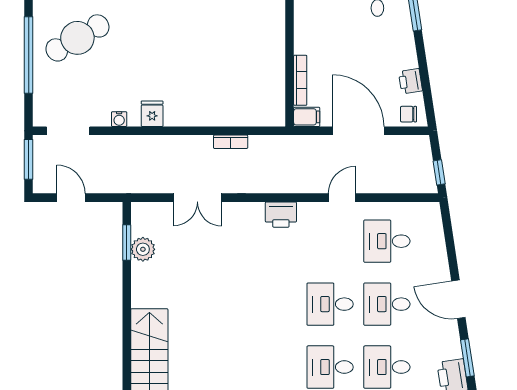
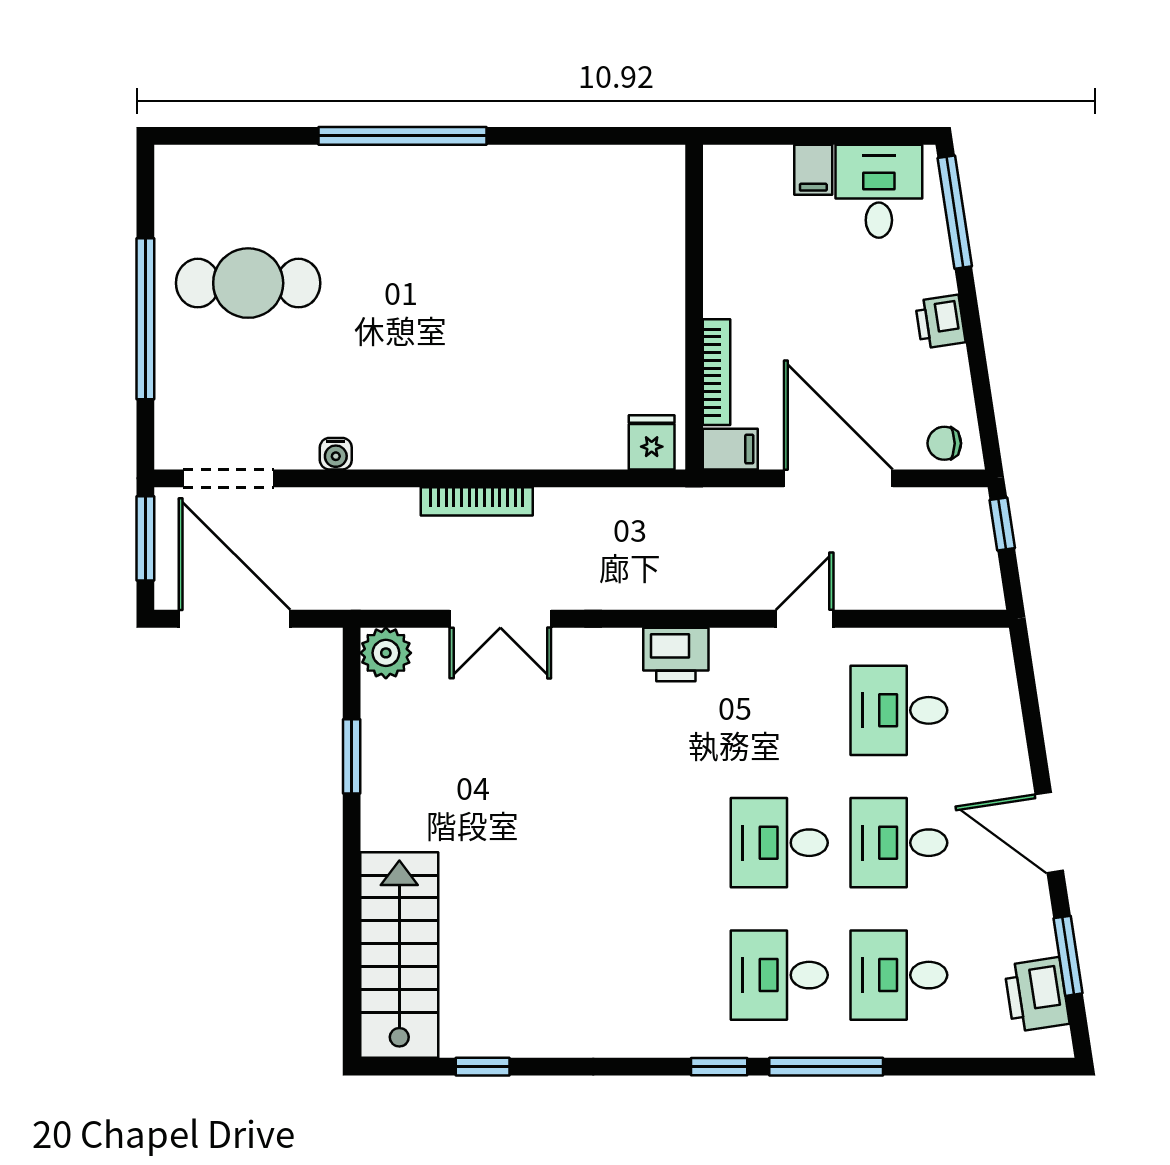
cafe table: (77, 38) -> (248, 283), turned 30
printer: (410, 81) -> (940, 322), moved
fridge: (152, 114) -> (652, 442), moved
bookcase: (231, 142) -> (477, 501), moved, width x1.56
window: (439, 172) -> (1002, 524), moved
door: (71, 198) -> (235, 619), width x1.88
window: (127, 243) -> (352, 756), moved
plant: (143, 249) -> (386, 653), moved

